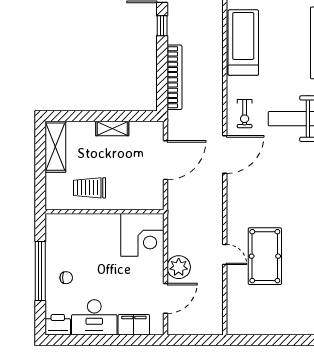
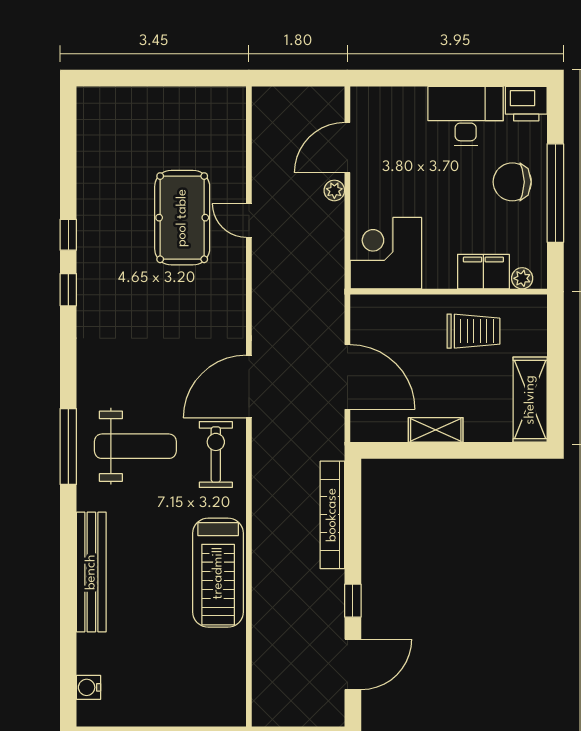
exercise bike: (245, 114) -> (216, 454), width x1.38, depth x1.39
door: (165, 160) -> (347, 377), swing flipped
plant: (60, 220) -> (522, 278), added
plant: (179, 267) -> (334, 190), width x0.53, depth x0.53
chair: (66, 278) -> (512, 182), width x1.87, depth x1.87
filing cabinet: (134, 325) -> (483, 272), moved, turned 180

